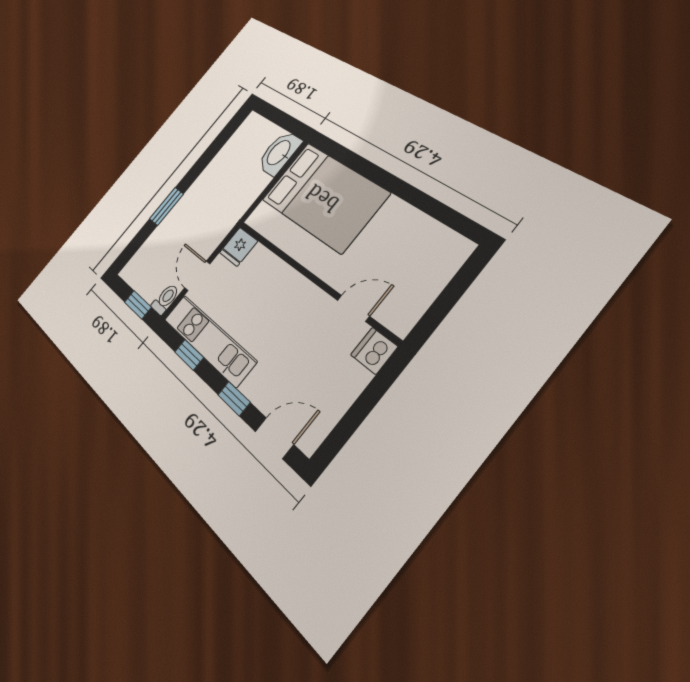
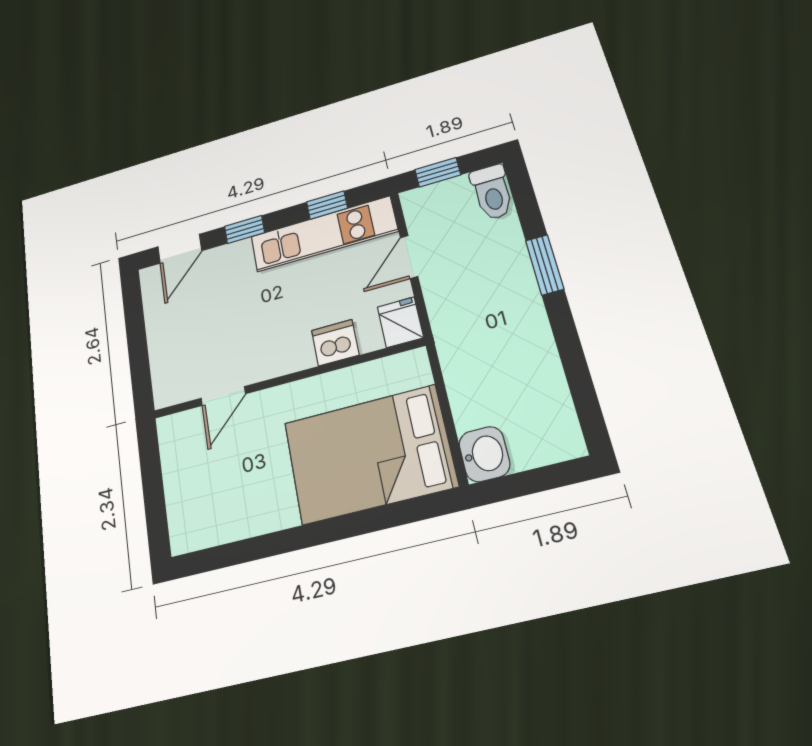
washbasin: (279, 153) -> (484, 454), width x0.72
door: (197, 276) -> (409, 257), swing flipped
toilet: (165, 299) -> (492, 192), moved, width x1.37, depth x1.39
dishwasher: (374, 351) -> (335, 343), moved, turned -90

